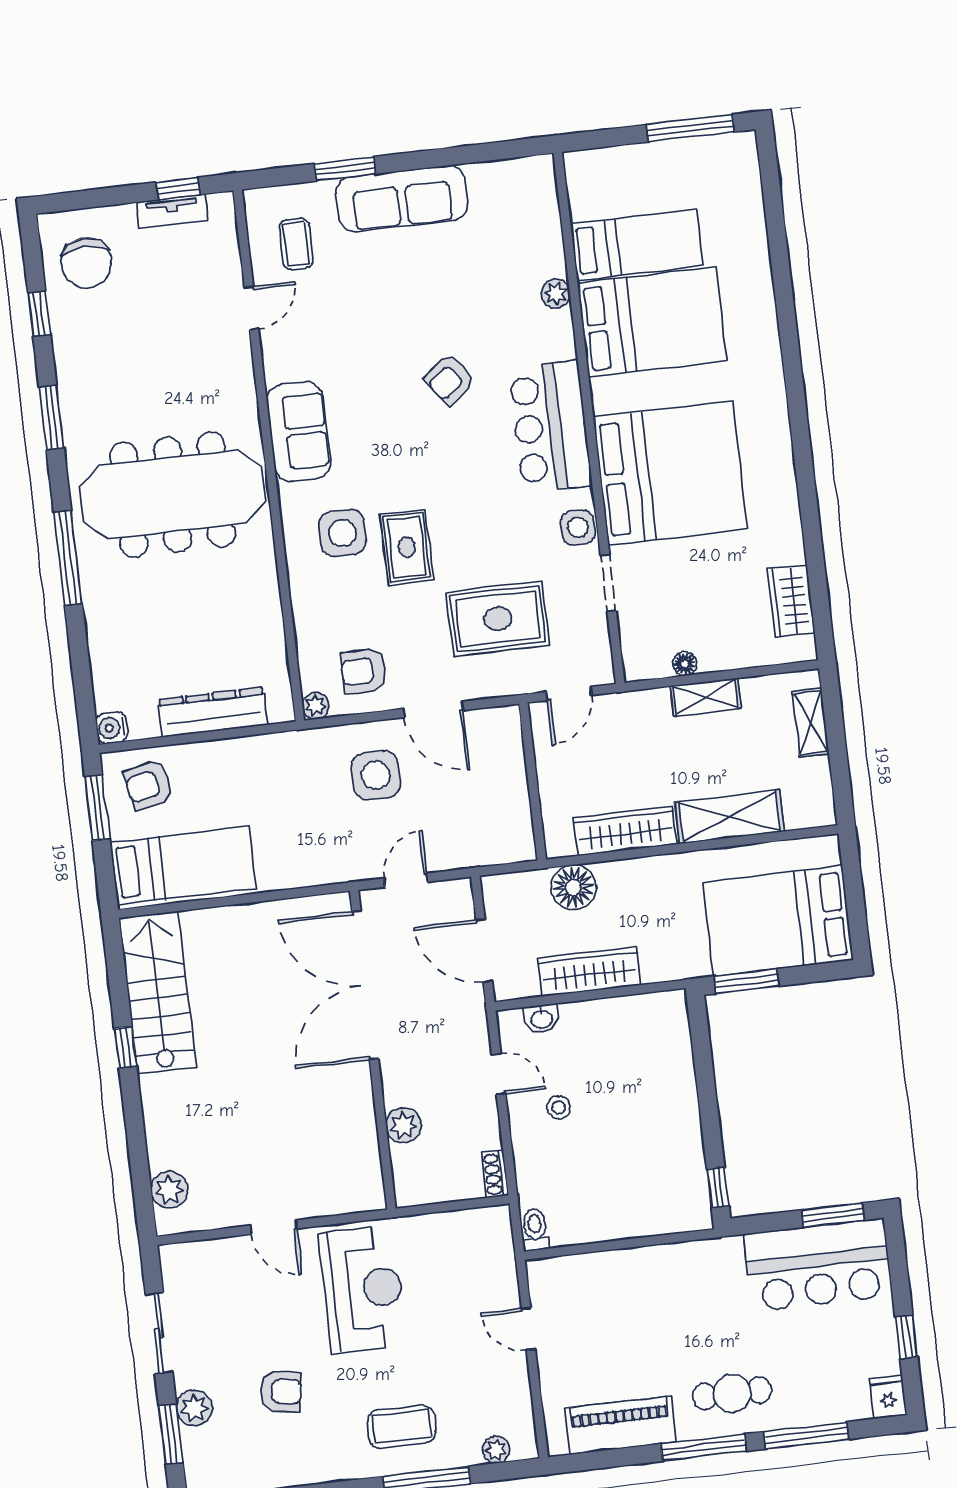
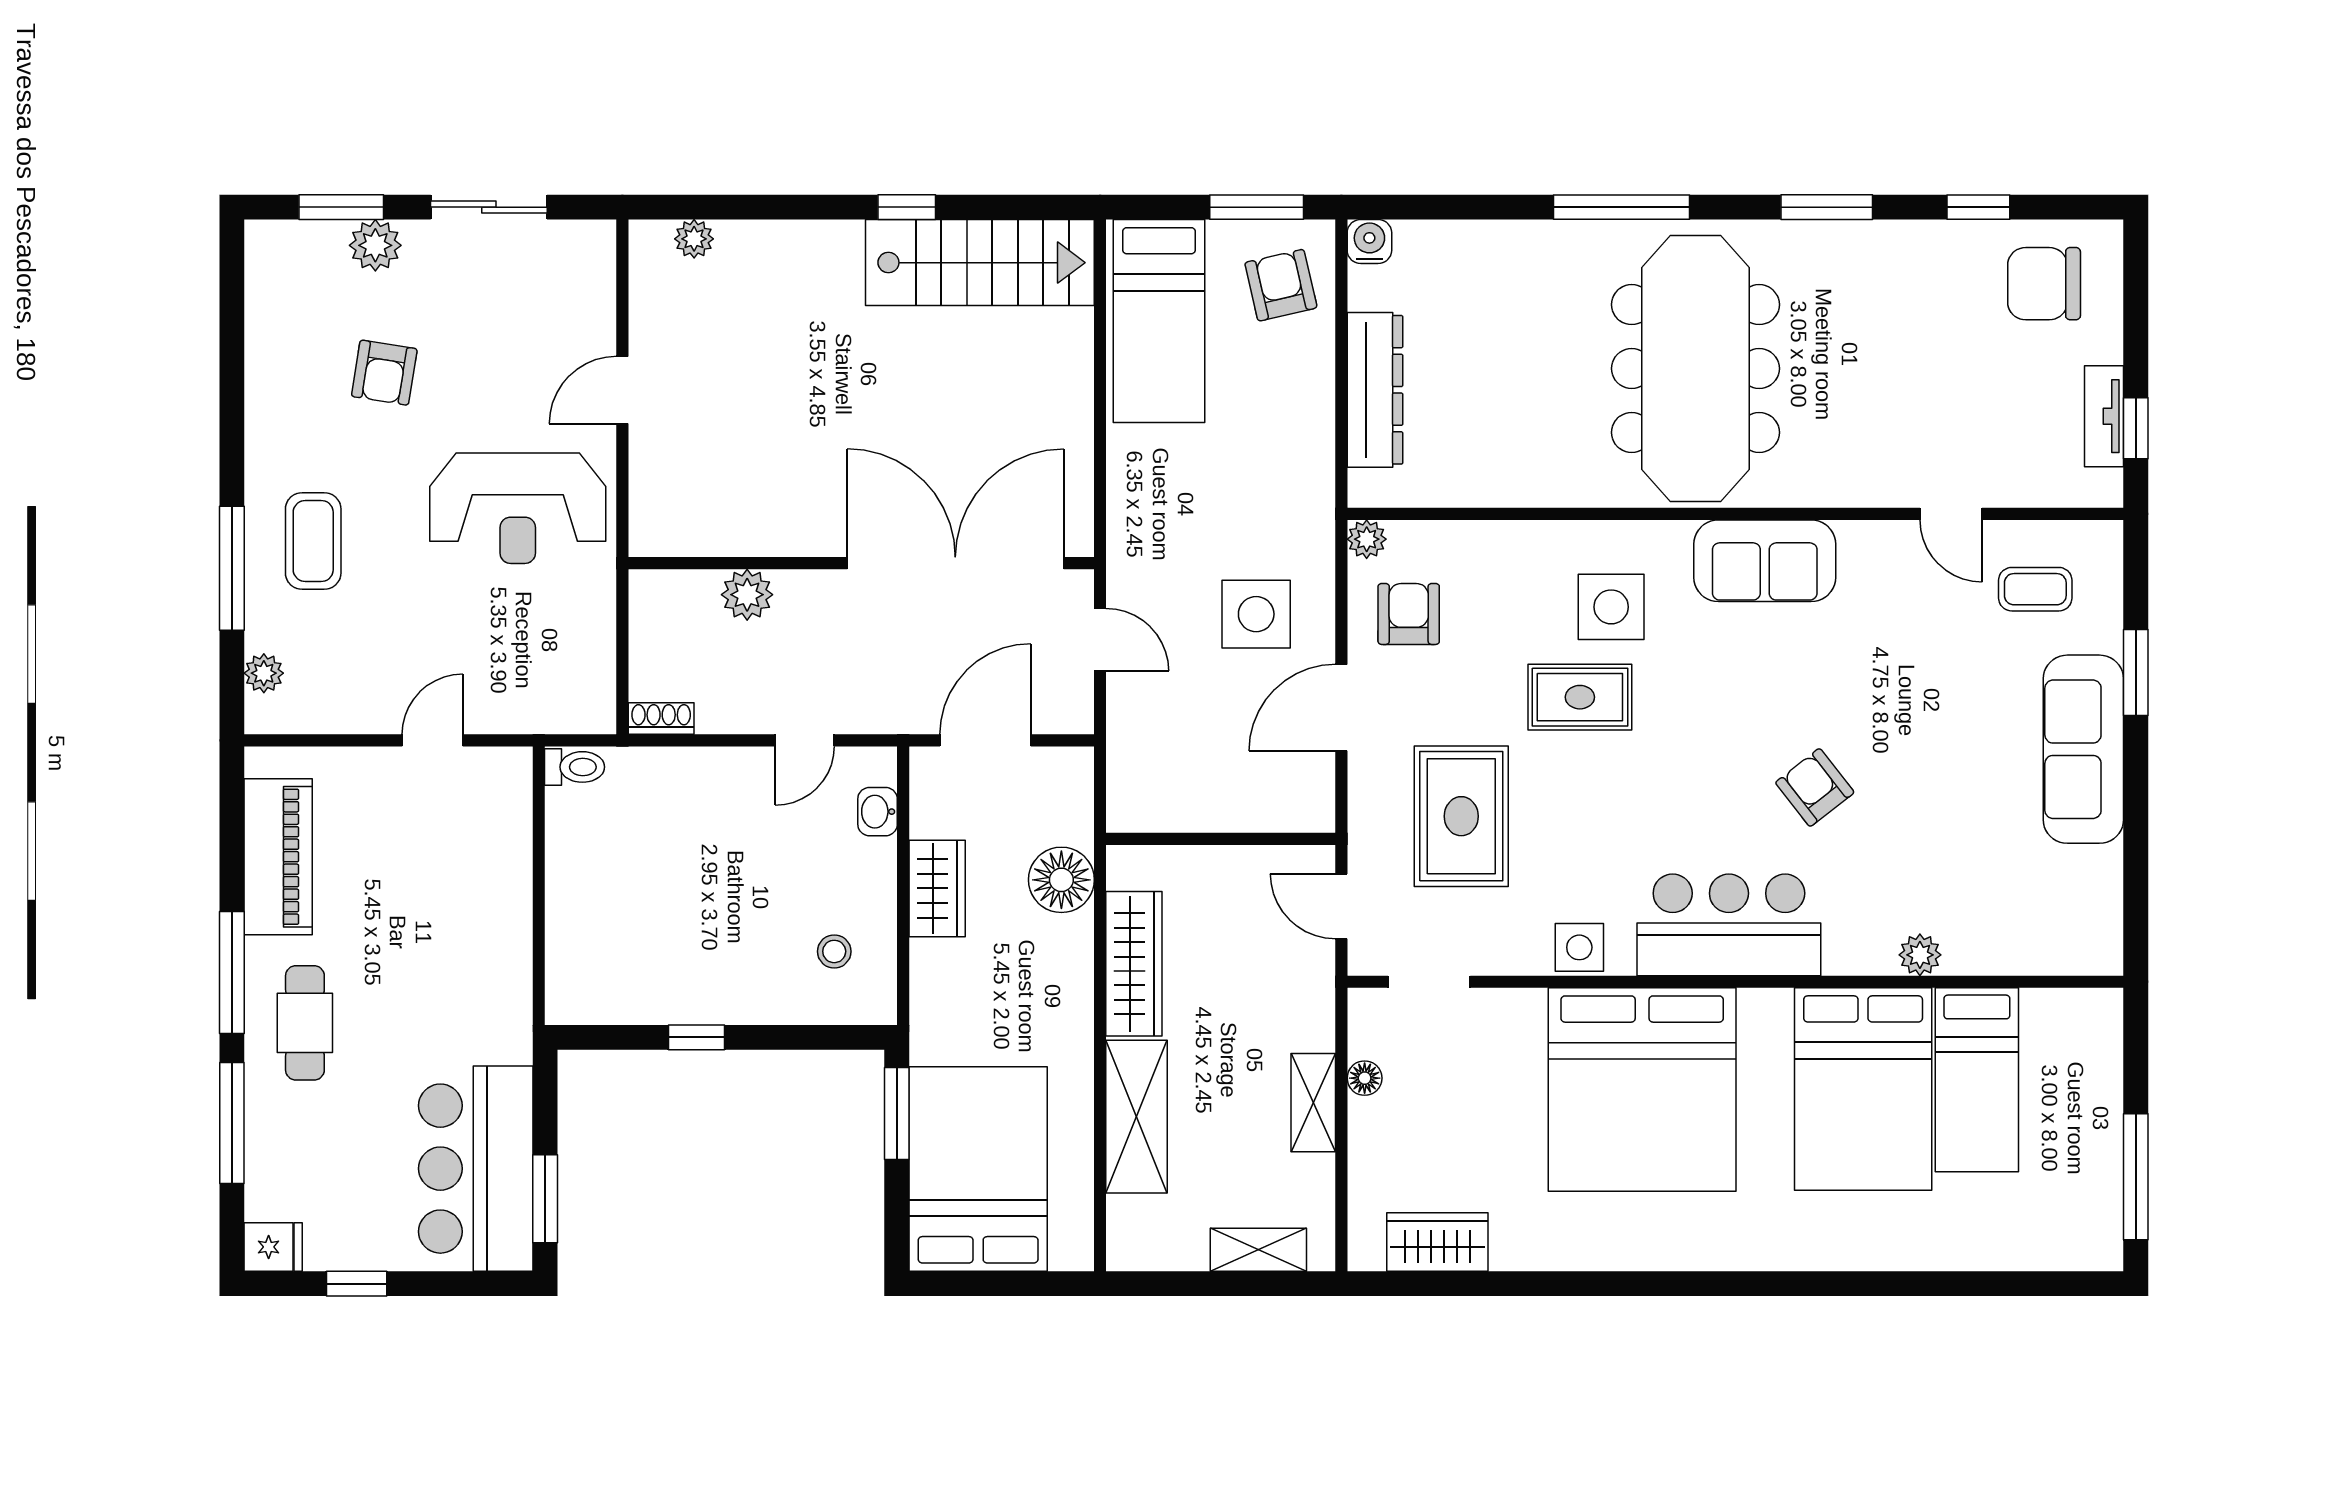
doorway: (608, 583) -> (1429, 982), moved
wardrobe: (589, 972) -> (937, 888), width x0.67
stool: (559, 1107) -> (834, 951), moved
window: (718, 1187) -> (697, 1037), moved
plant: (169, 1190) -> (694, 239), width x0.73, depth x0.73

